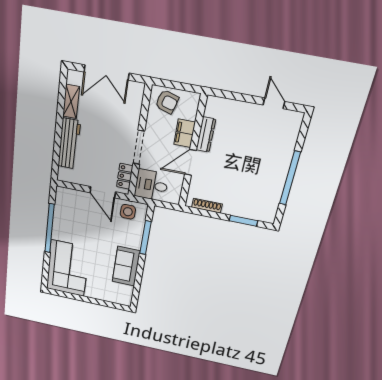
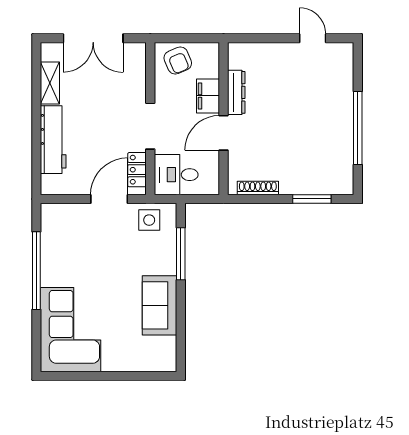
armchair: (167, 102) -> (178, 61), turned 51
door: (103, 192) -> (109, 199), swing flipped

